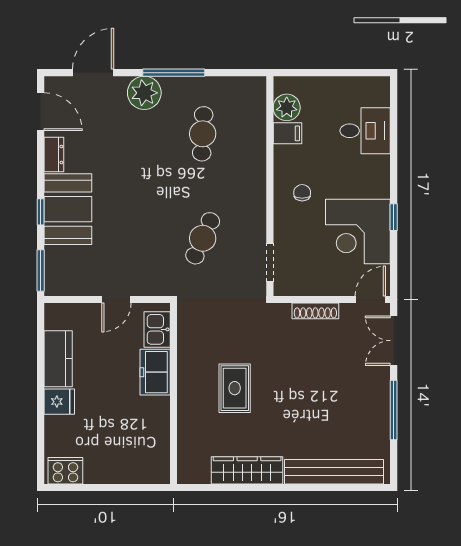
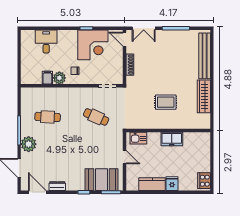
plant: (287, 107) -> (59, 78), moved
door: (41, 112) -> (37, 192), hinge flipped
booth: (68, 209) -> (102, 180), moved
freezer: (155, 372) -> (172, 139), moved

